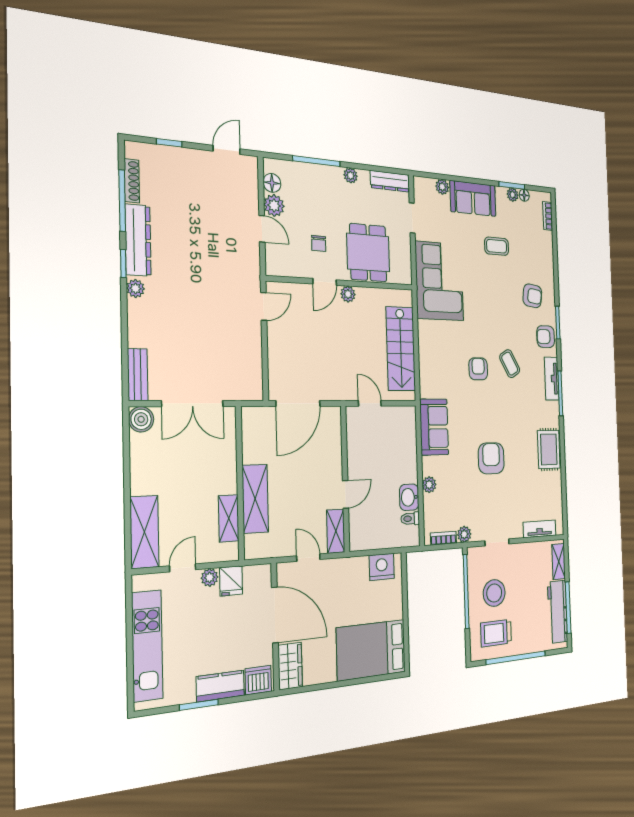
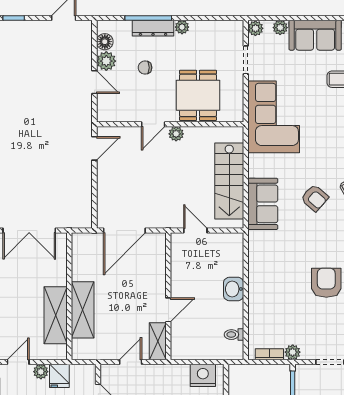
dresser: (390, 181) -> (153, 28), moved
chair: (319, 243) -> (145, 68), moved, turned 89
armchair: (478, 369) -> (315, 198), turned 131
sofa: (434, 427) -> (263, 204), moved
plant: (429, 485) -> (255, 28), moved
washbasin: (409, 497) -> (234, 289), moved
shelving: (229, 518) -> (56, 315), width x1.50, depth x1.33
door: (308, 558) -> (131, 362), hinge flipped

